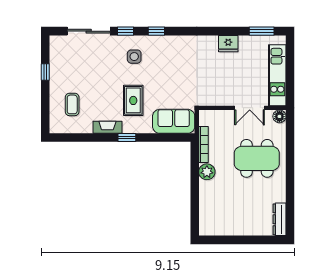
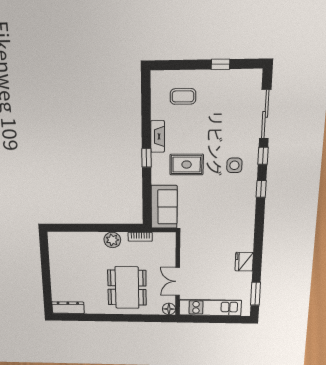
bookcase: (203, 144) -> (140, 237), width x0.64

